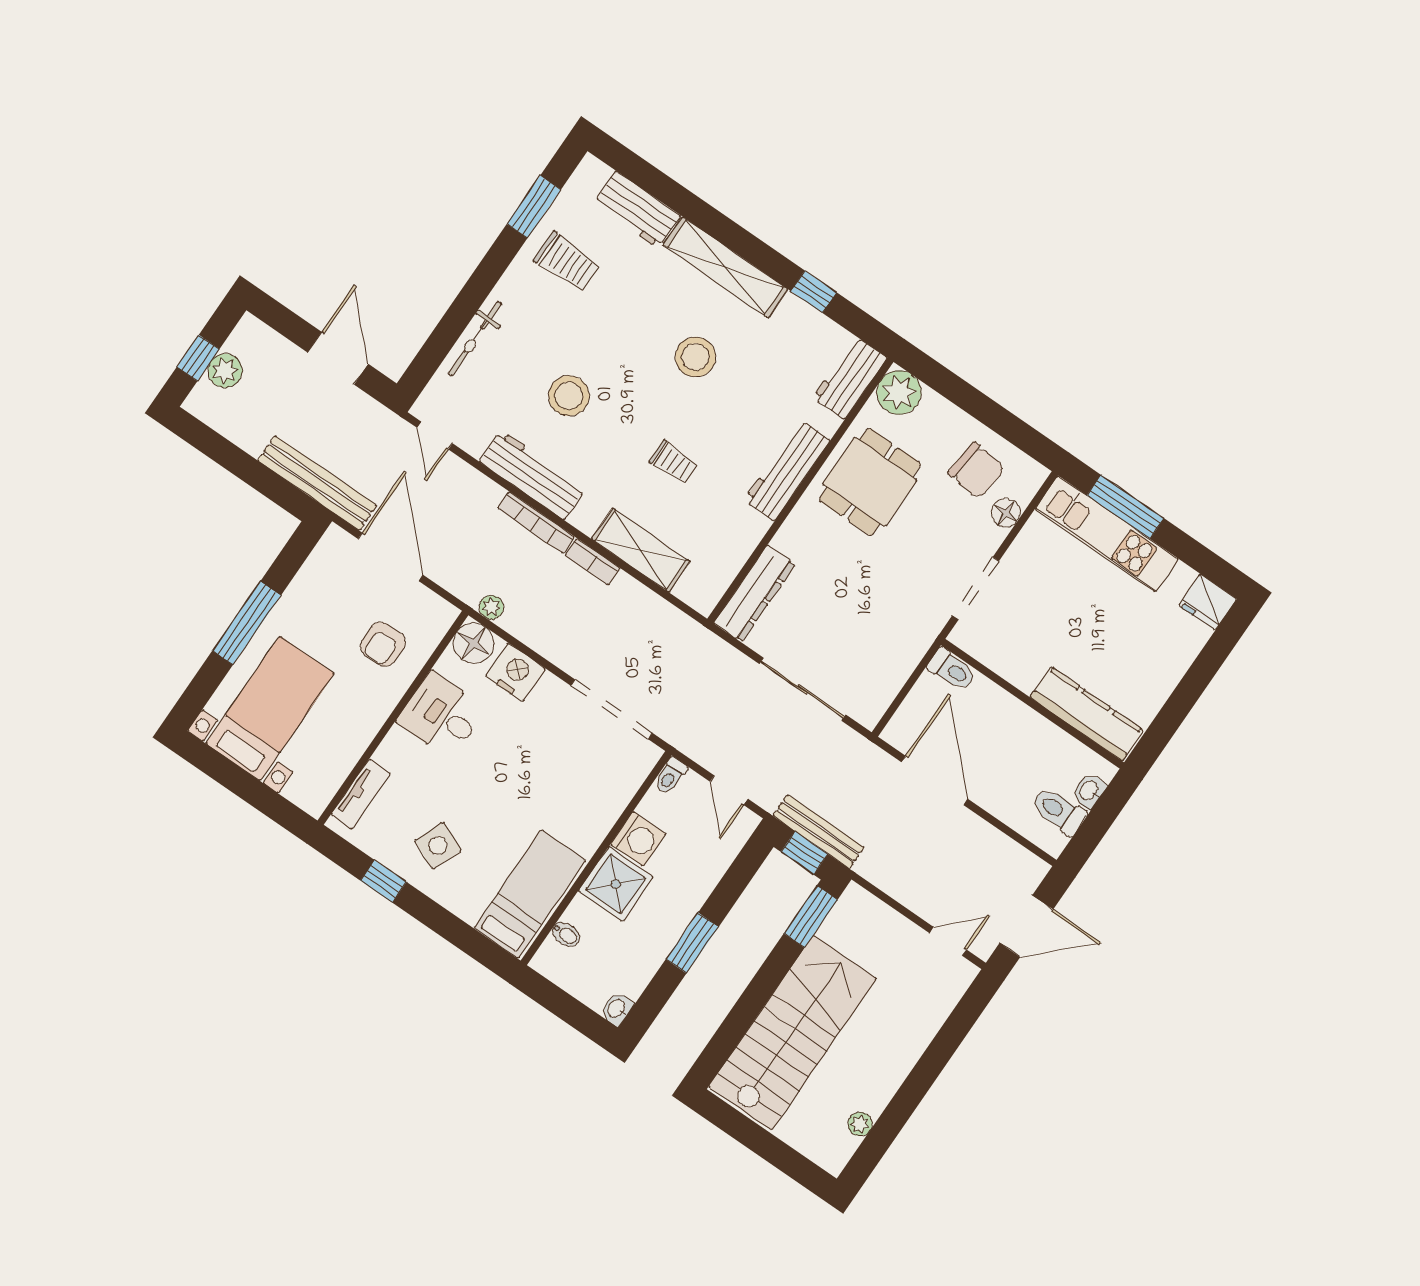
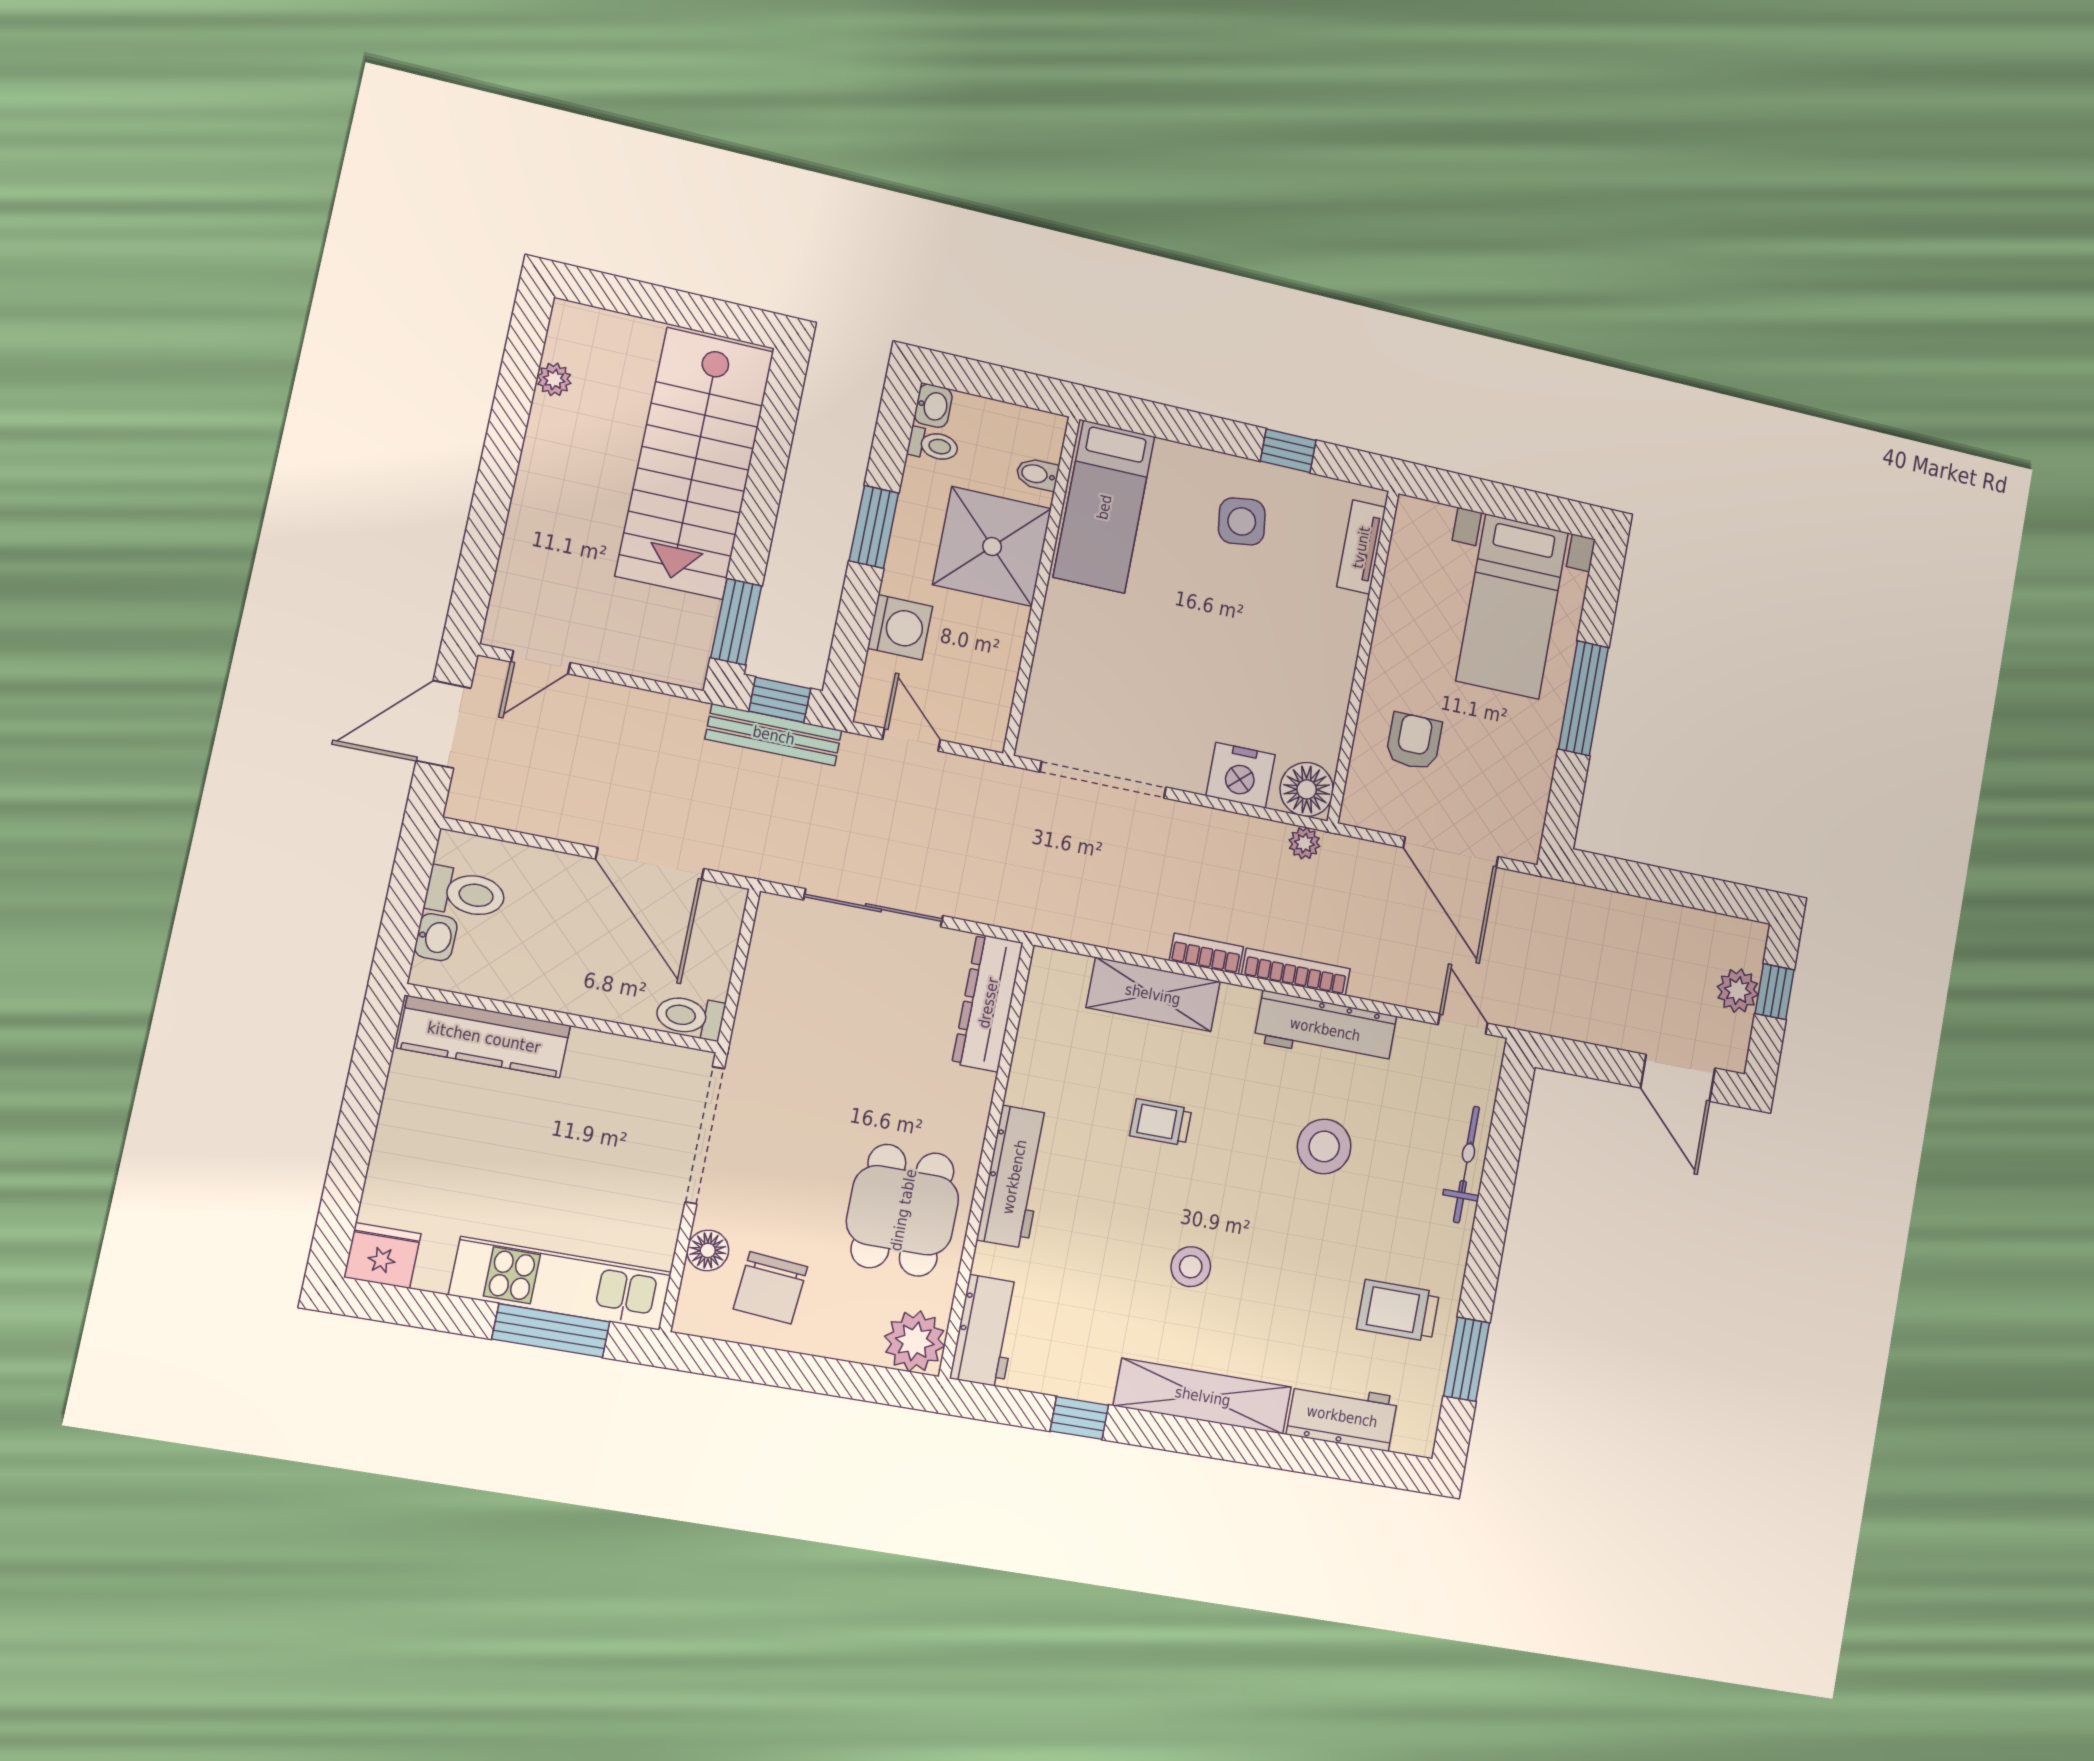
stool: (695, 357) -> (1191, 1267), width x0.73, depth x0.73
door: (338, 358) -> (1678, 1078), moved
chair: (976, 470) -> (770, 1288), turned -91
bench: (317, 483) -> (1575, 904), removed
doorway: (976, 588) -> (705, 1135), width x1.36
desk: (441, 715) -> (1307, 684), removed
toilet: (670, 776) -> (933, 445), moved, turned 90
washing machine: (638, 839) -> (900, 627), moved, turned 180
side table: (438, 846) -> (1242, 521), turned -30
shower: (616, 884) -> (992, 547), width x1.37, depth x1.37

